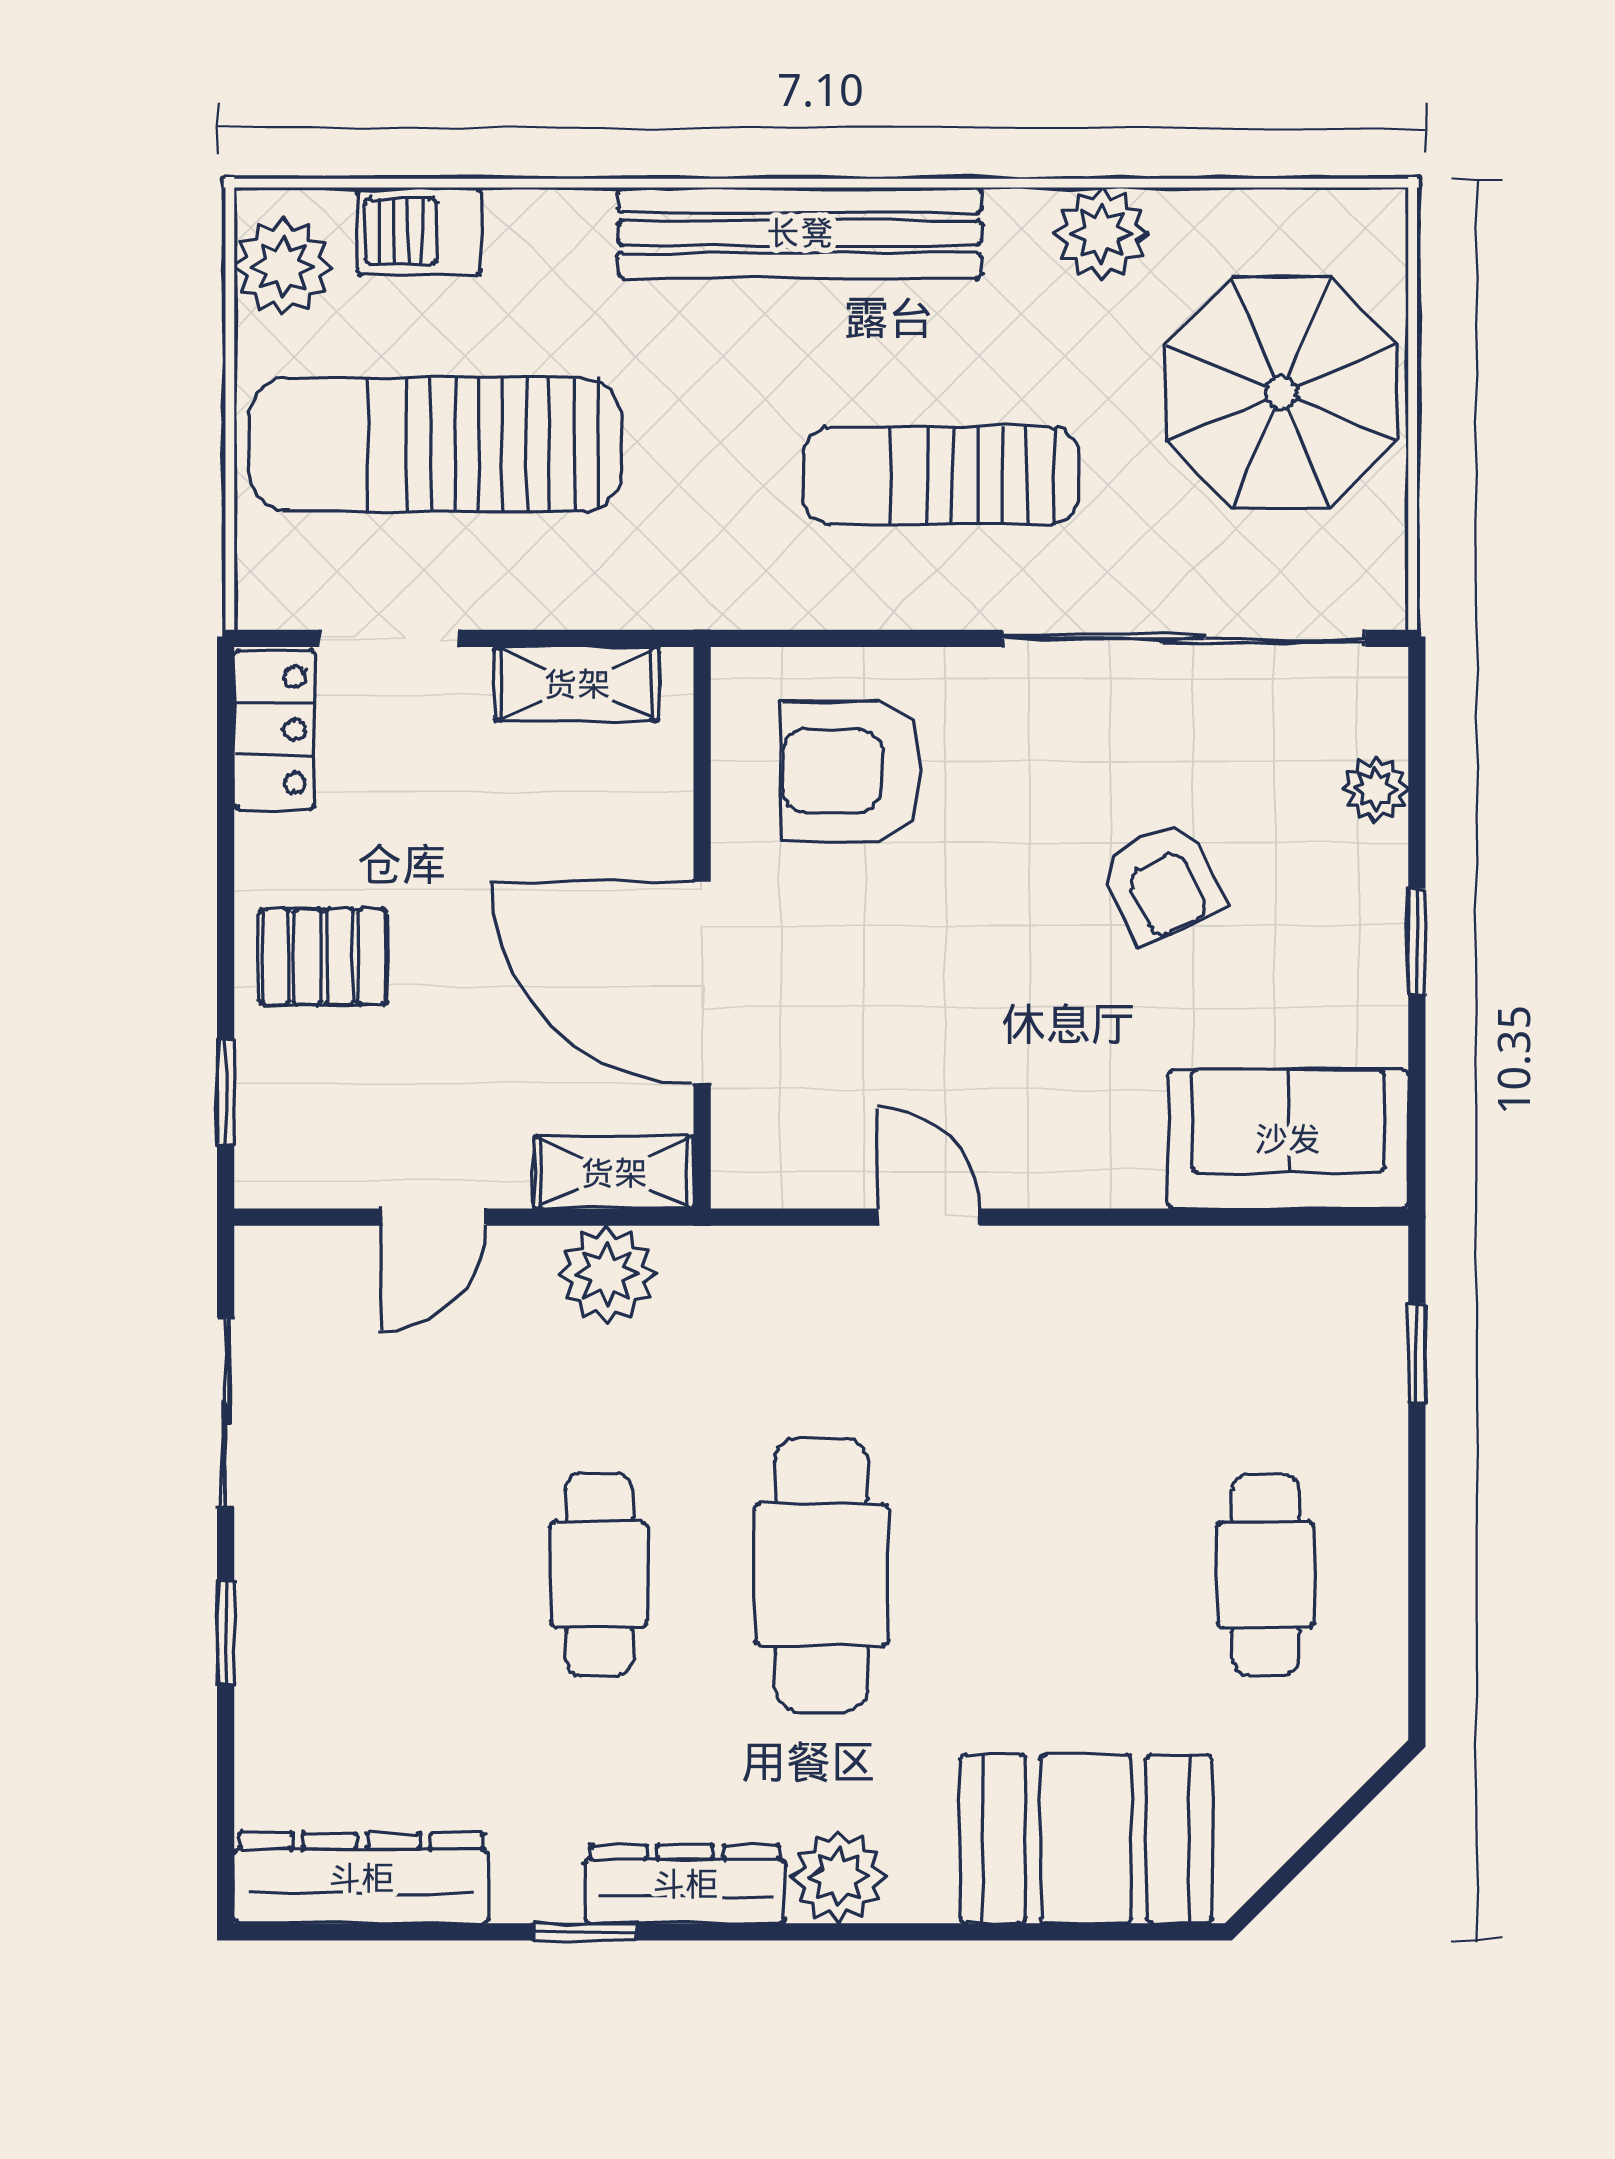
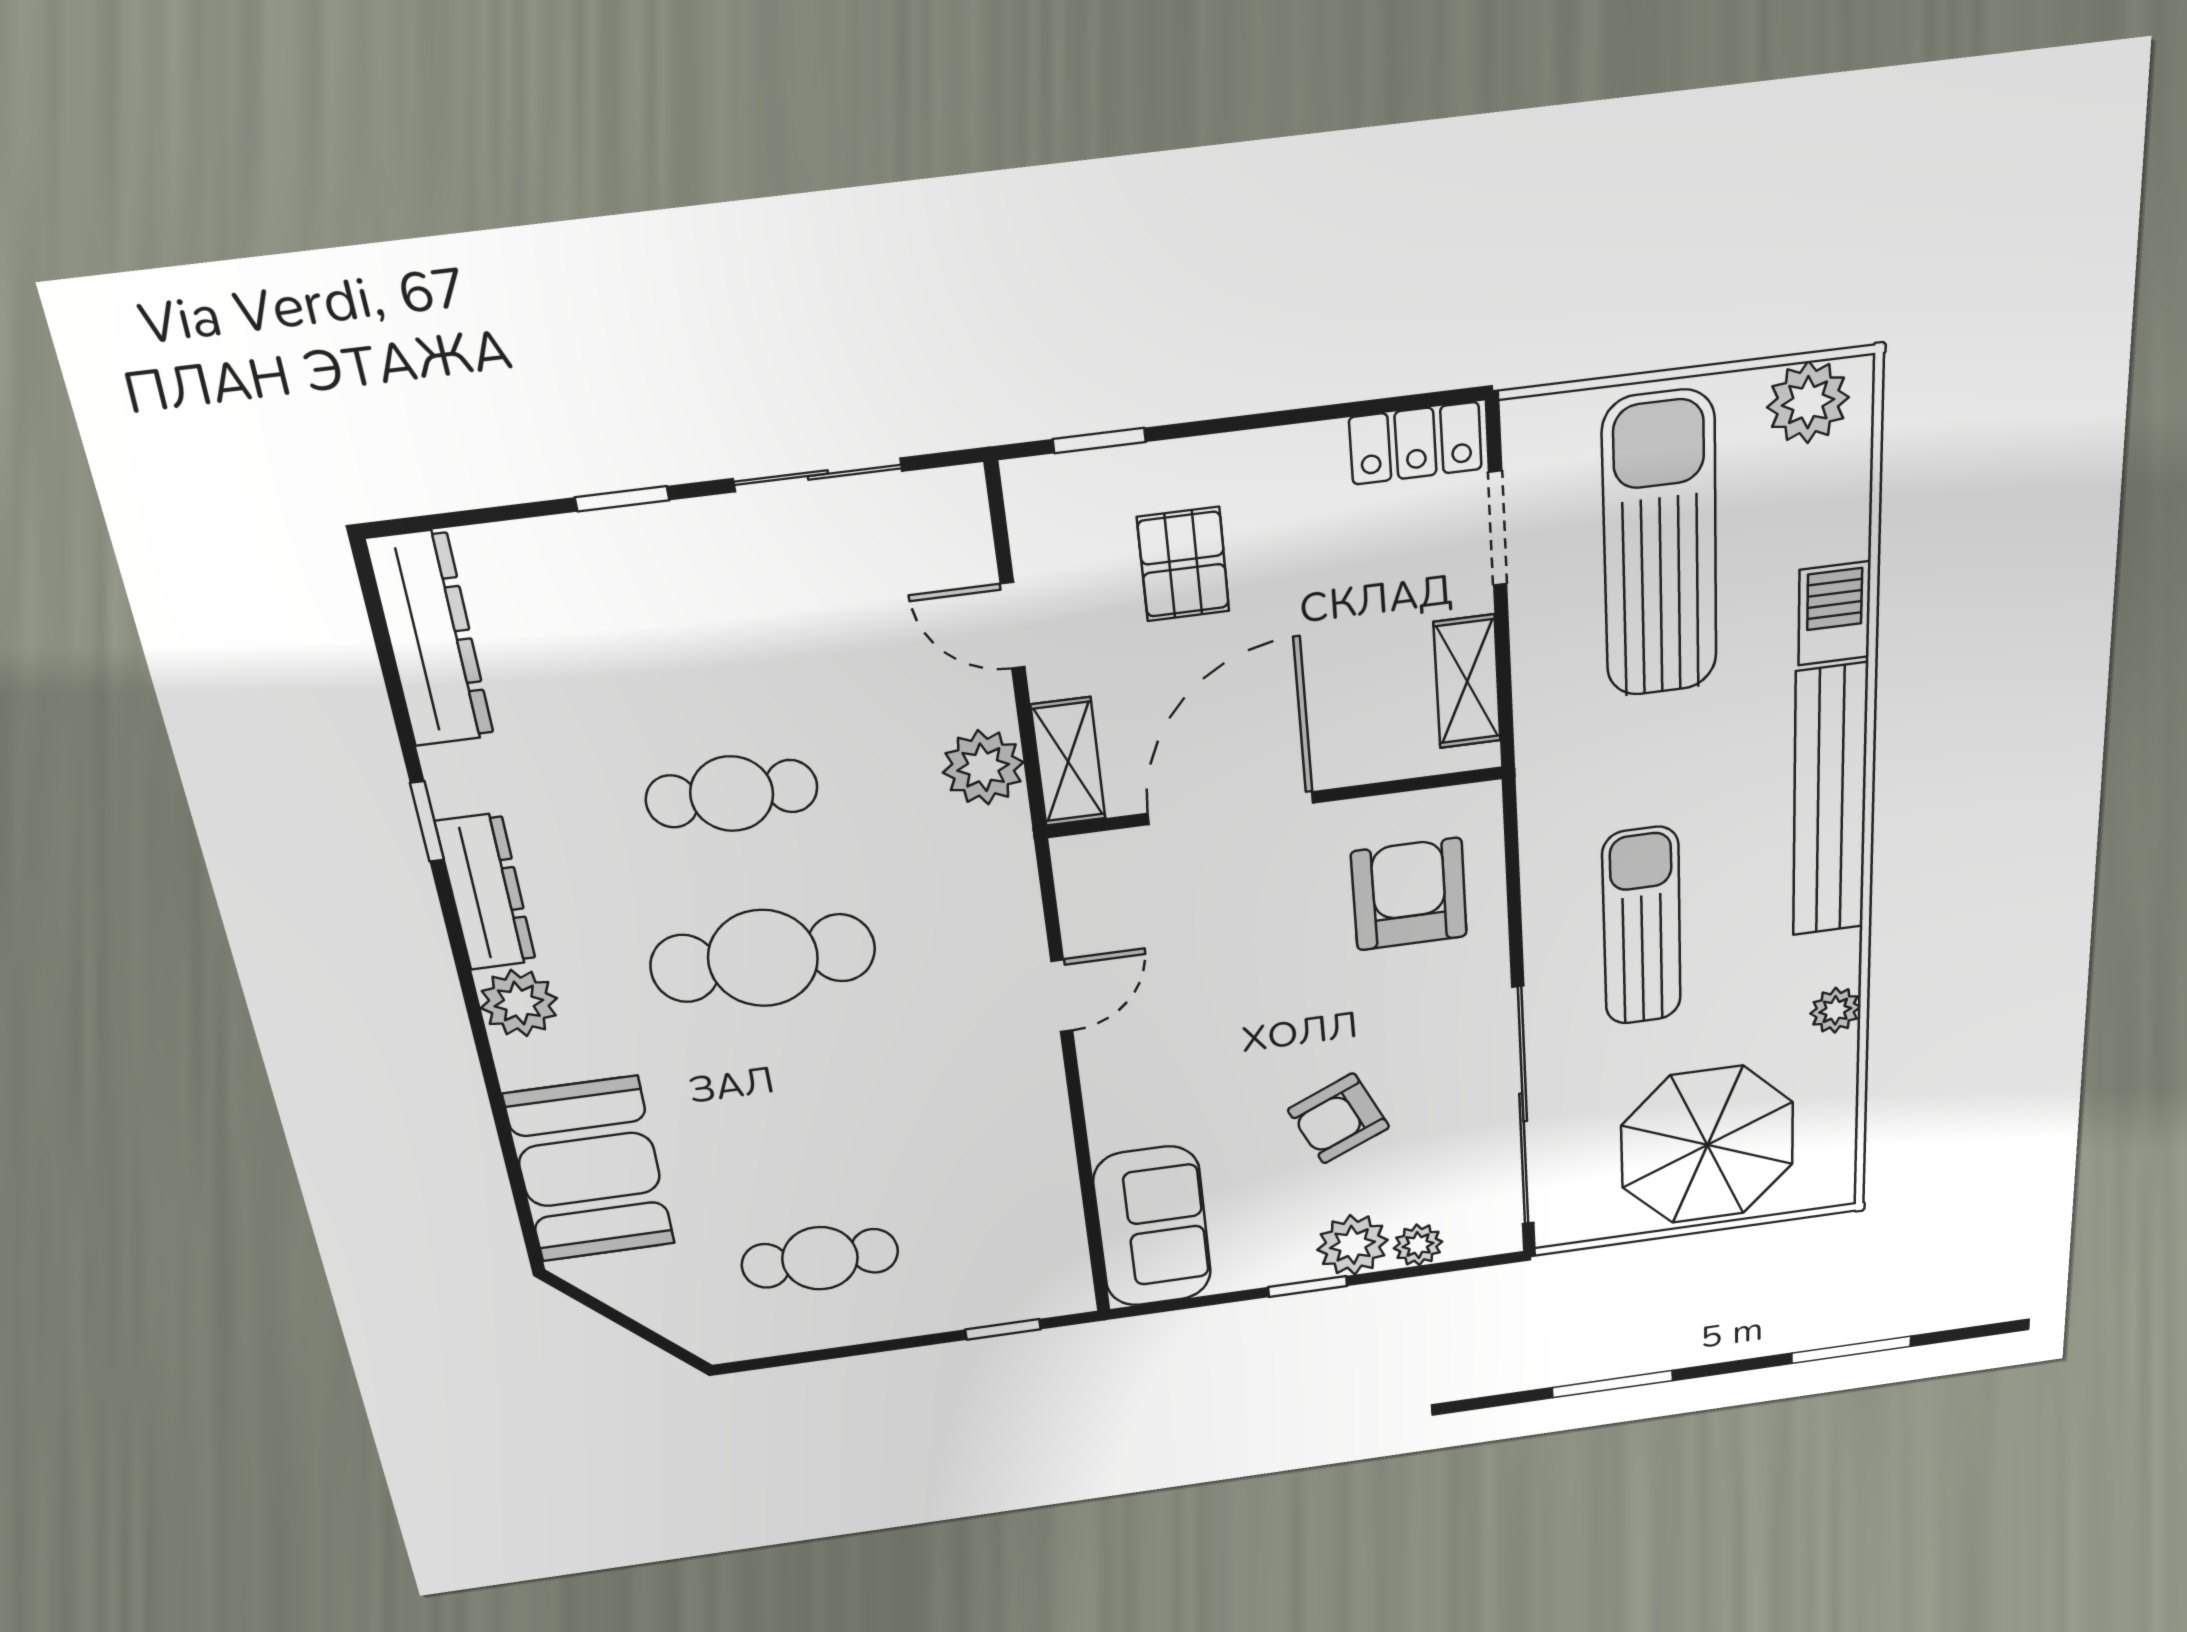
barbecue: (419, 231) -> (1834, 613), moved
plant: (1102, 234) -> (1835, 1010), width x0.73, depth x0.73
plant: (1361, 877) -> (1353, 1245), added
pallet: (323, 957) -> (1183, 564), moved

